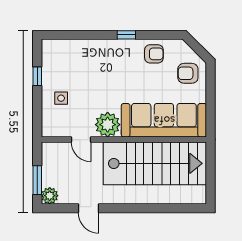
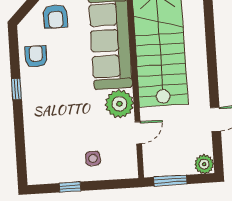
window: (37, 180) -> (170, 181), moved

